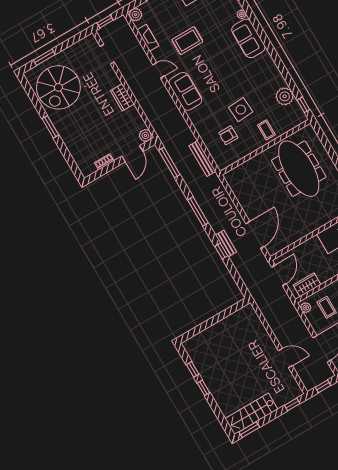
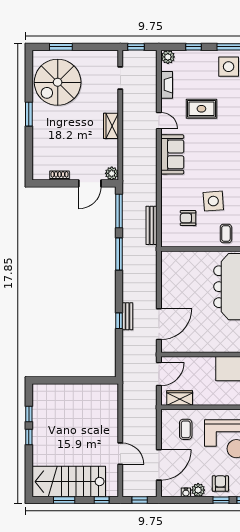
window: (198, 211) -> (119, 254), moved
plant: (306, 308) -> (166, 418), removed
stairs: (251, 414) -> (69, 482), width x1.36, depth x1.51
window: (249, 430) -> (64, 500), moved

